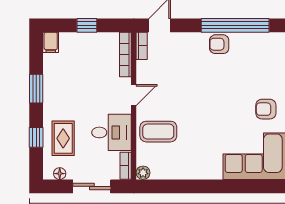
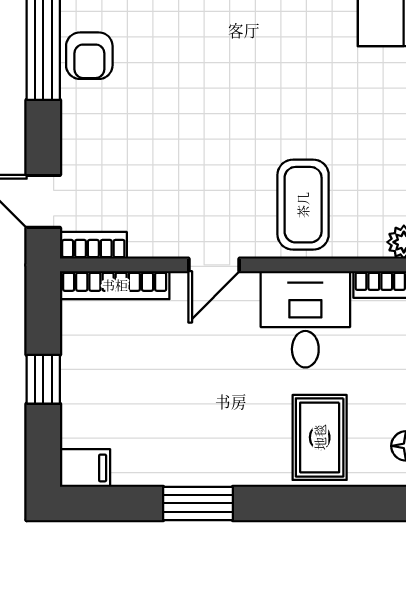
door: (134, 95) -> (214, 265), swing flipped
window: (36, 137) -> (317, 503), removed
rug: (63, 138) -> (320, 437), turned 90

